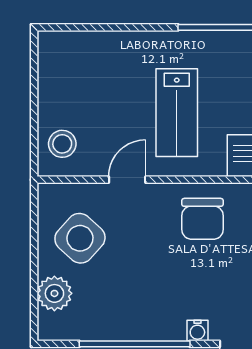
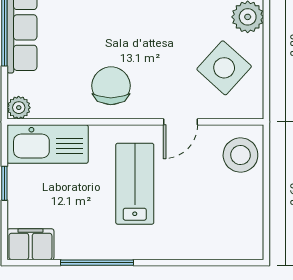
stool: (62, 144) -> (240, 155), width x1.38, depth x1.38

